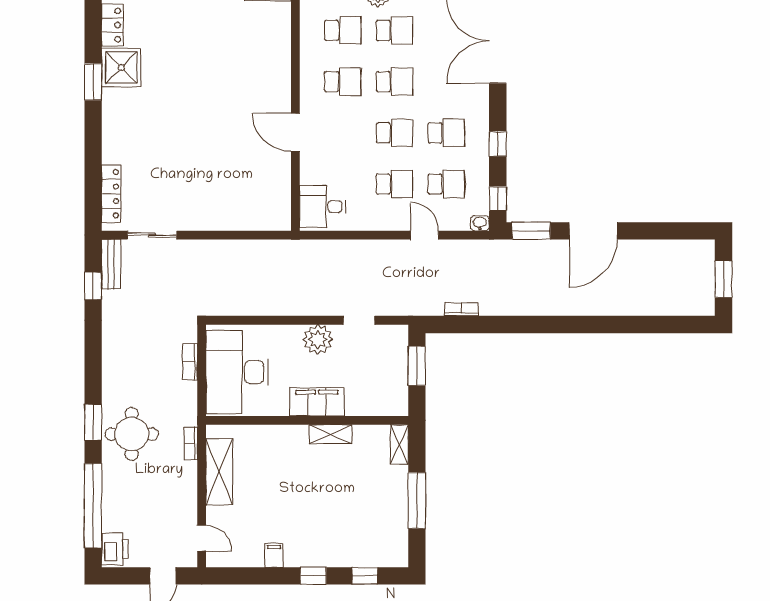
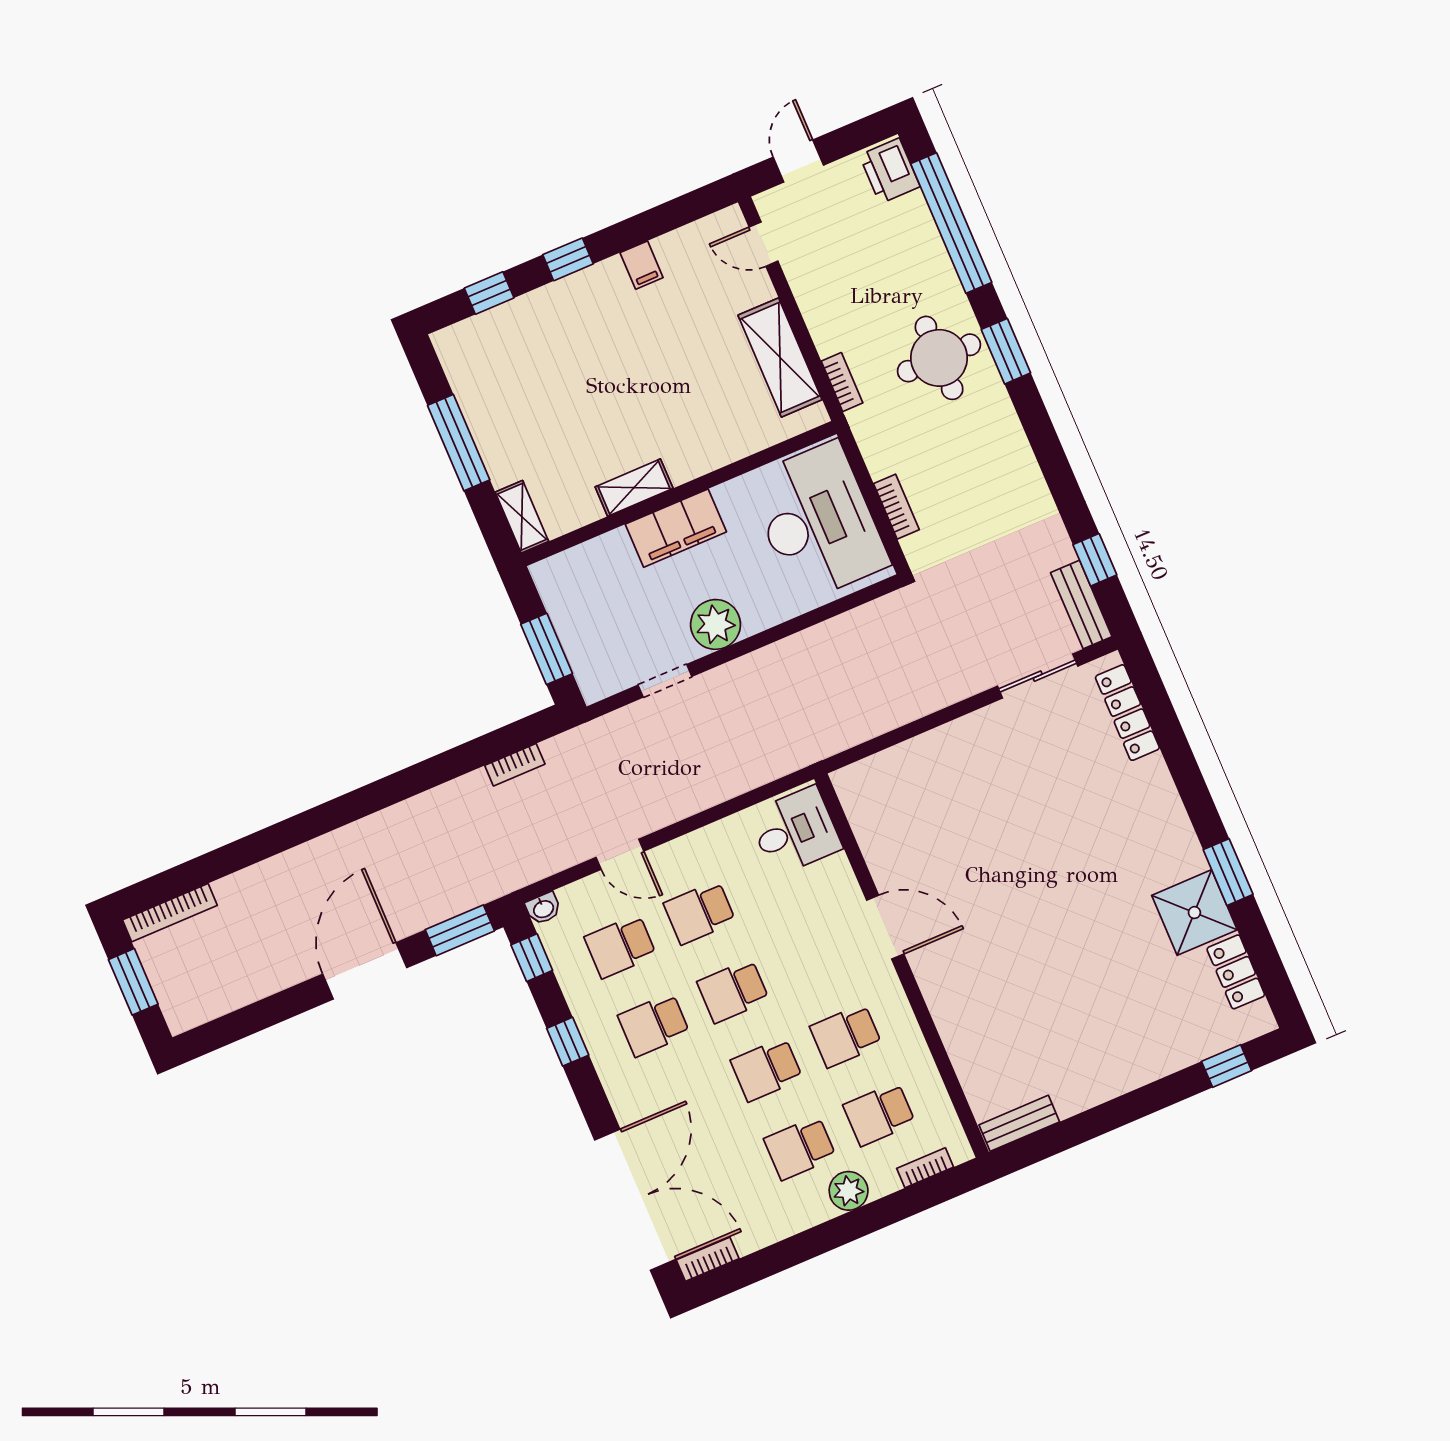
bookcase: (687, 309) -> (170, 913), added

